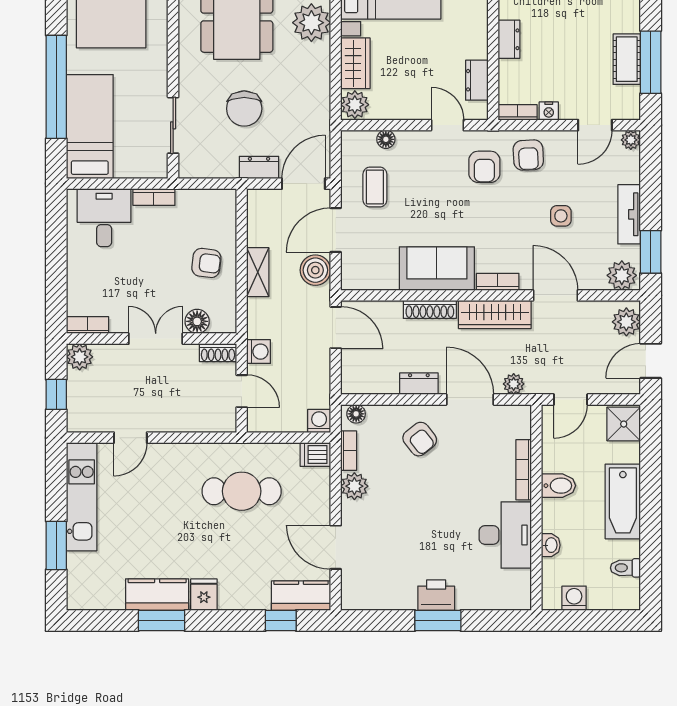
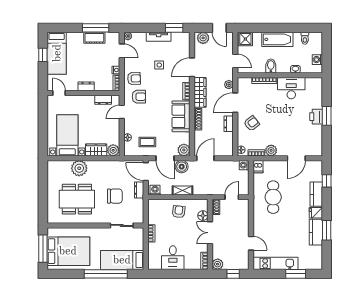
desk: (104, 218) -> (173, 258), moved, turned -90
plant: (622, 275) -> (184, 150), moved
washing machine: (259, 352) -> (155, 190), moved
kitchen counter: (301, 596) -> (316, 194), moved

